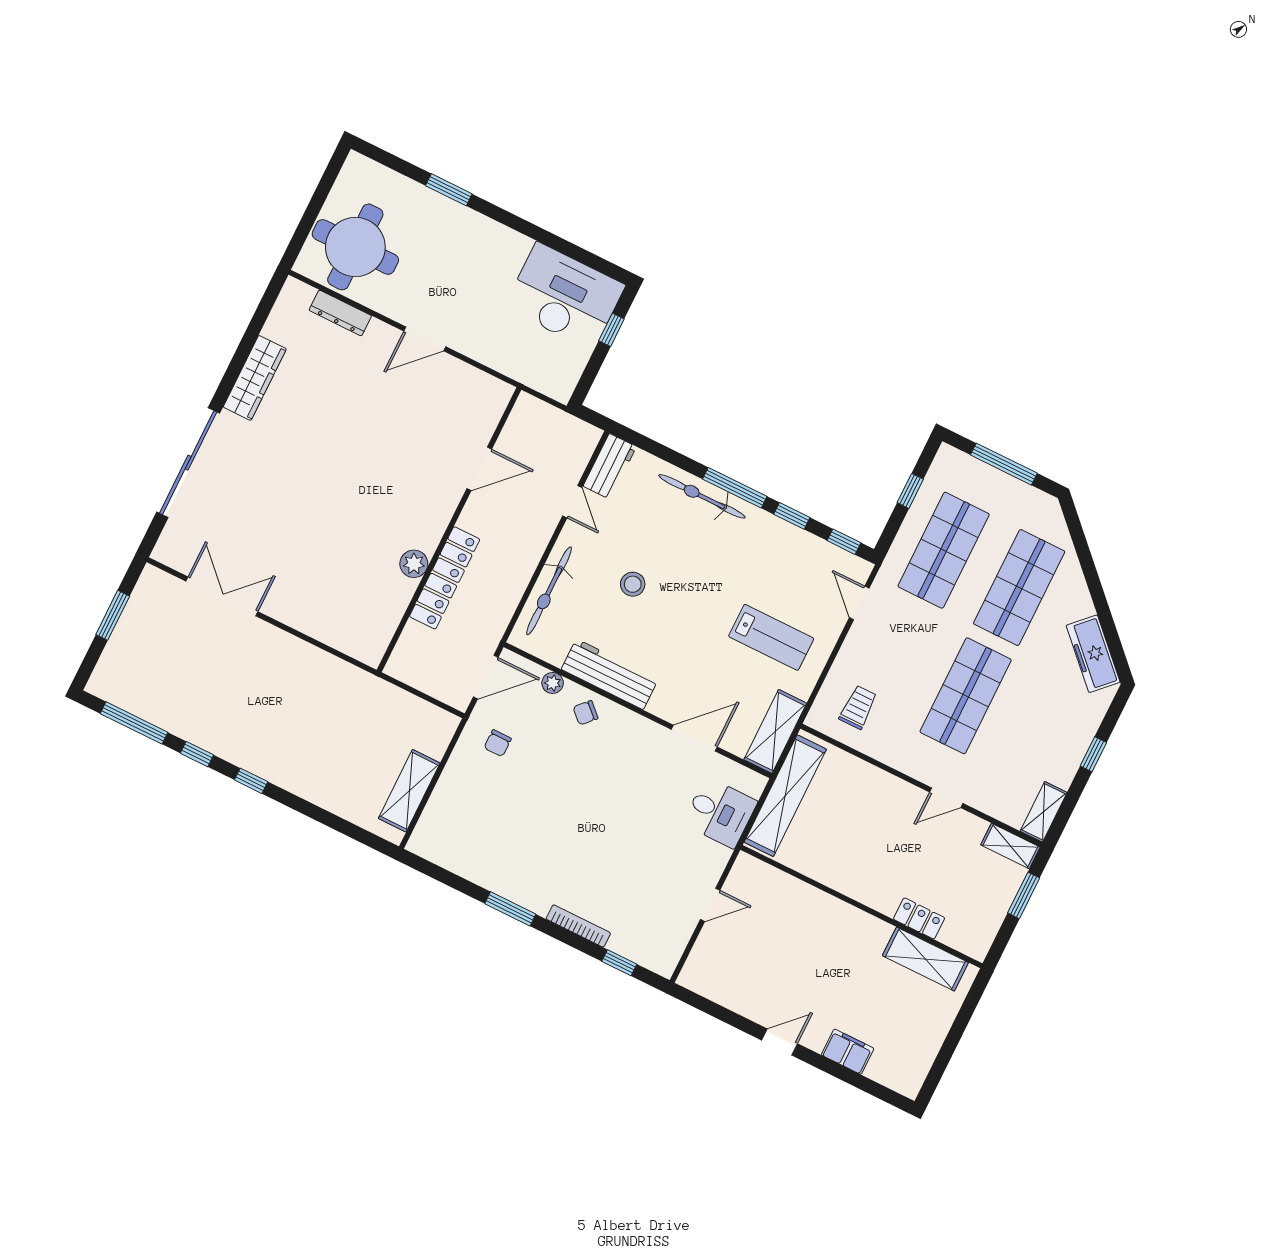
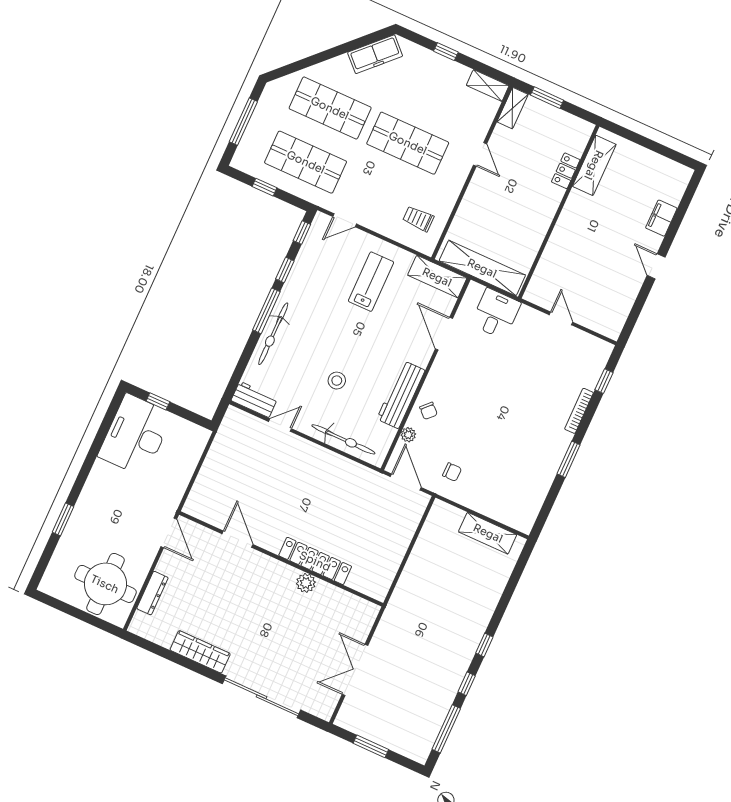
door: (479, 469) -> (237, 539), moved
wall: (449, 530) -> (281, 559), moved
plant: (414, 564) -> (306, 583), moved
locker: (445, 578) -> (315, 561), moved

